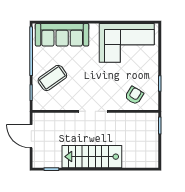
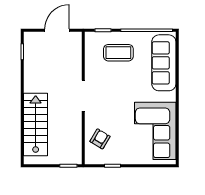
coffee table: (52, 78) -> (118, 53), turned -55
armchair: (134, 95) -> (100, 139), turned -91
stairs: (92, 157) -> (36, 124), moved

